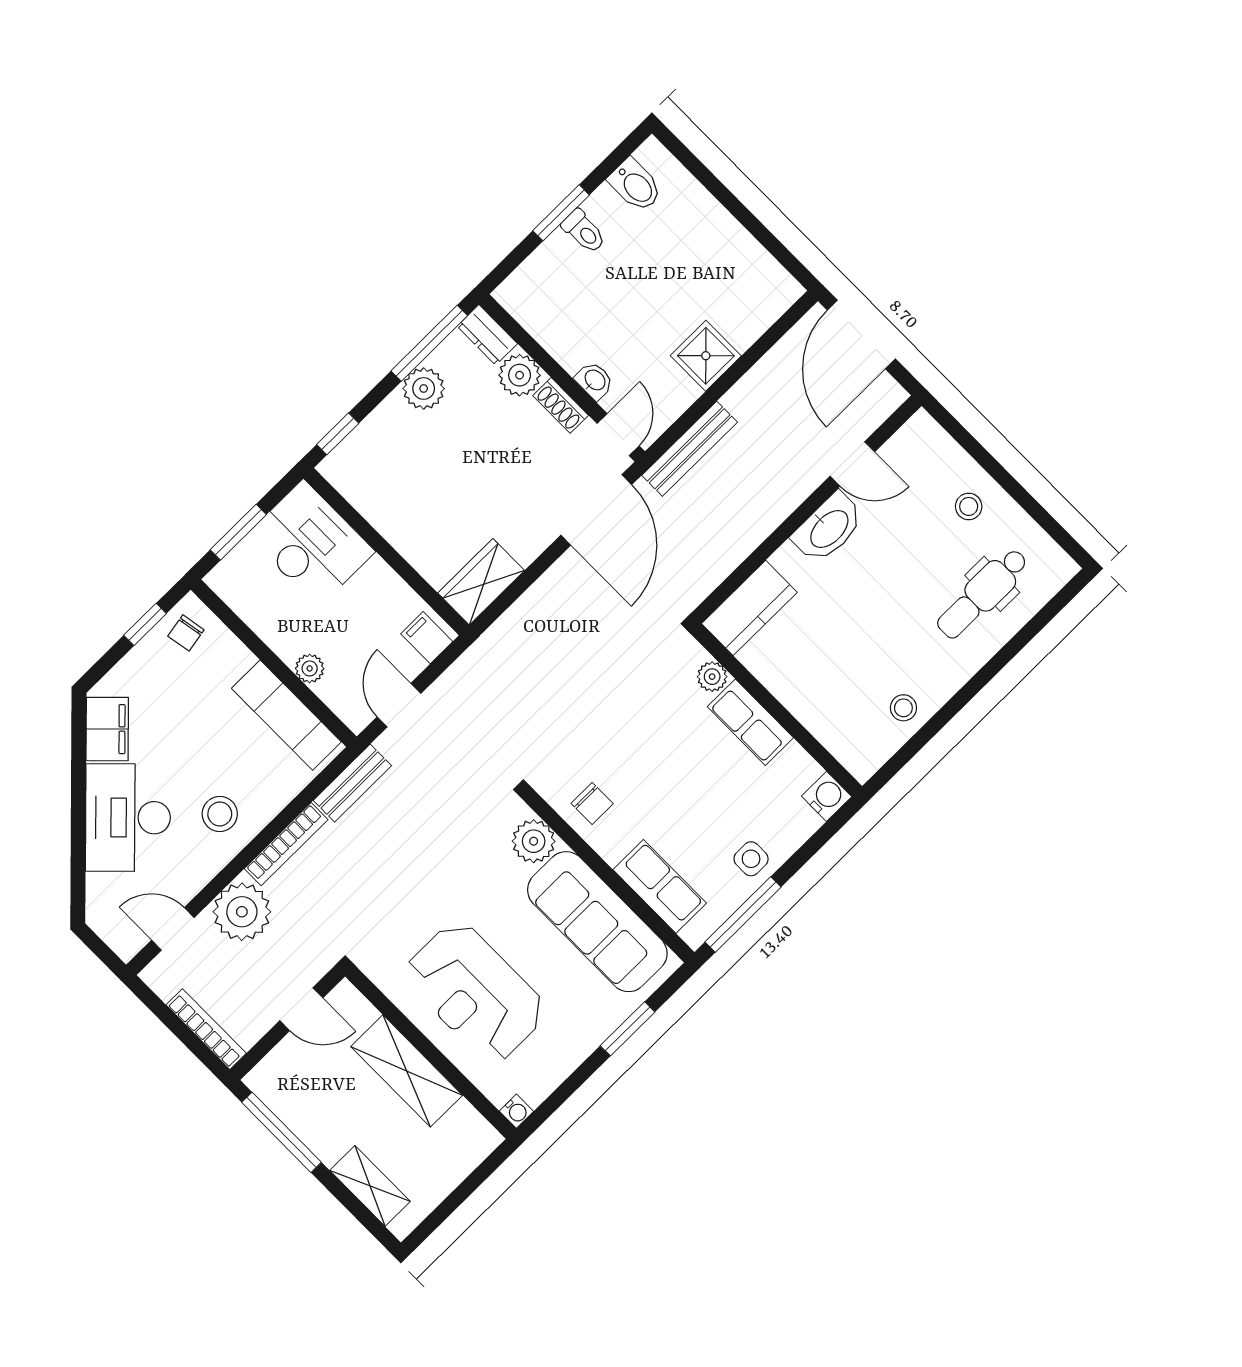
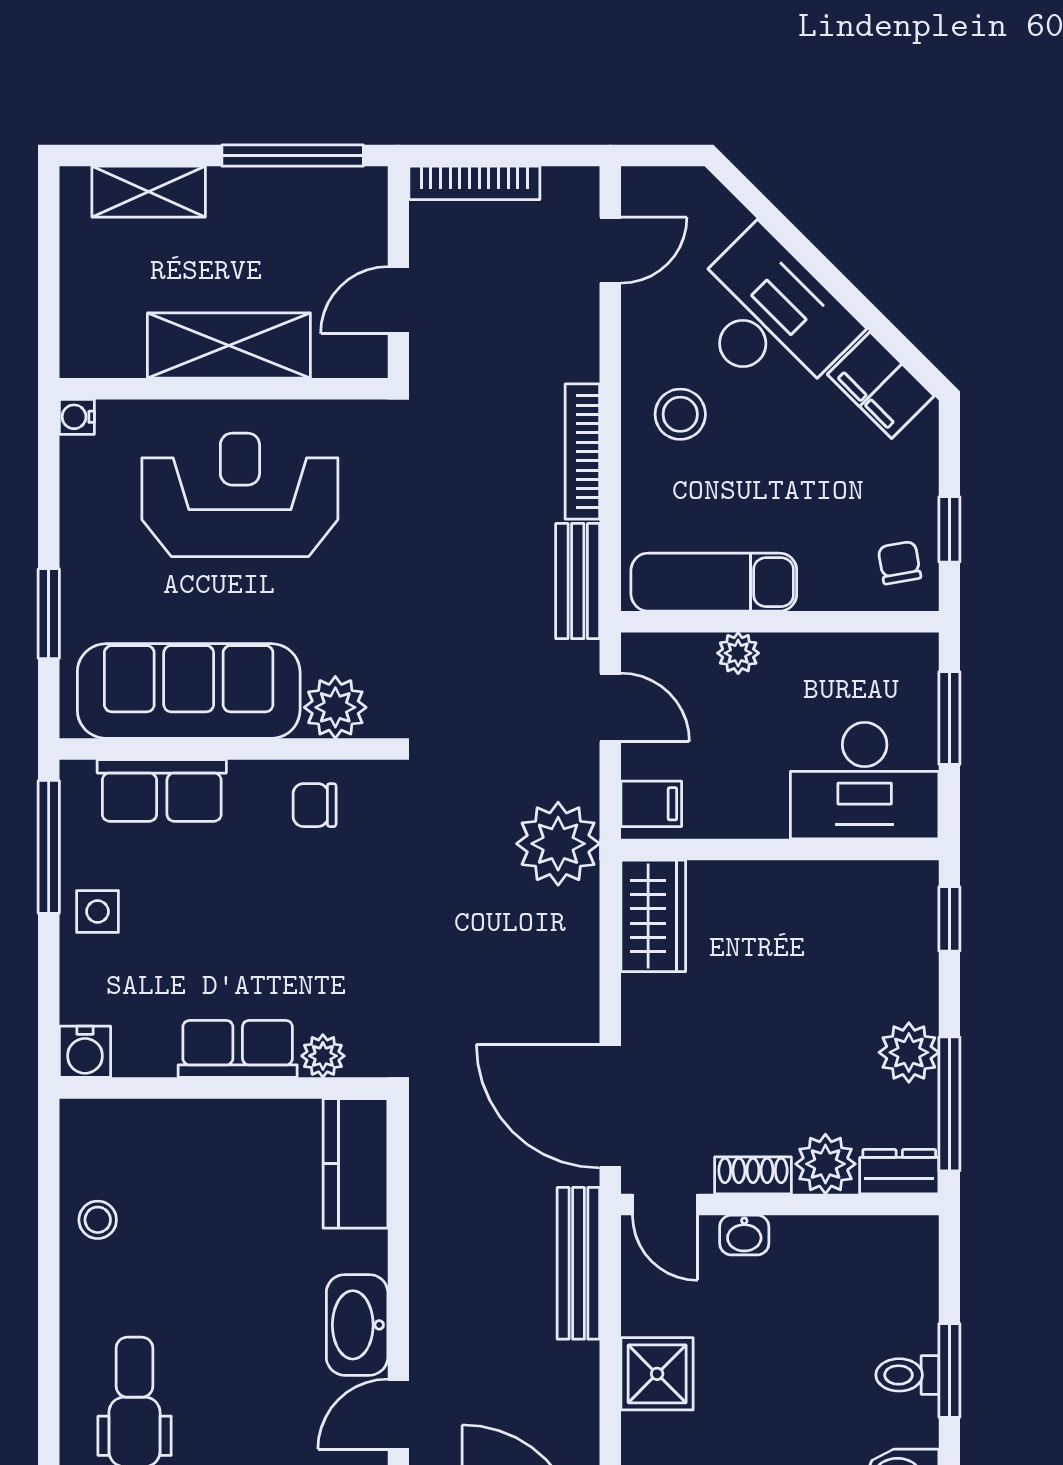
plant: (242, 912) -> (558, 844), moved

